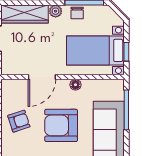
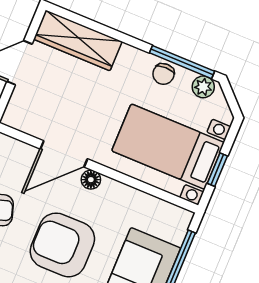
plant: (56, 11) -> (203, 87), moved
floor lamp: (75, 85) -> (91, 180), moved

